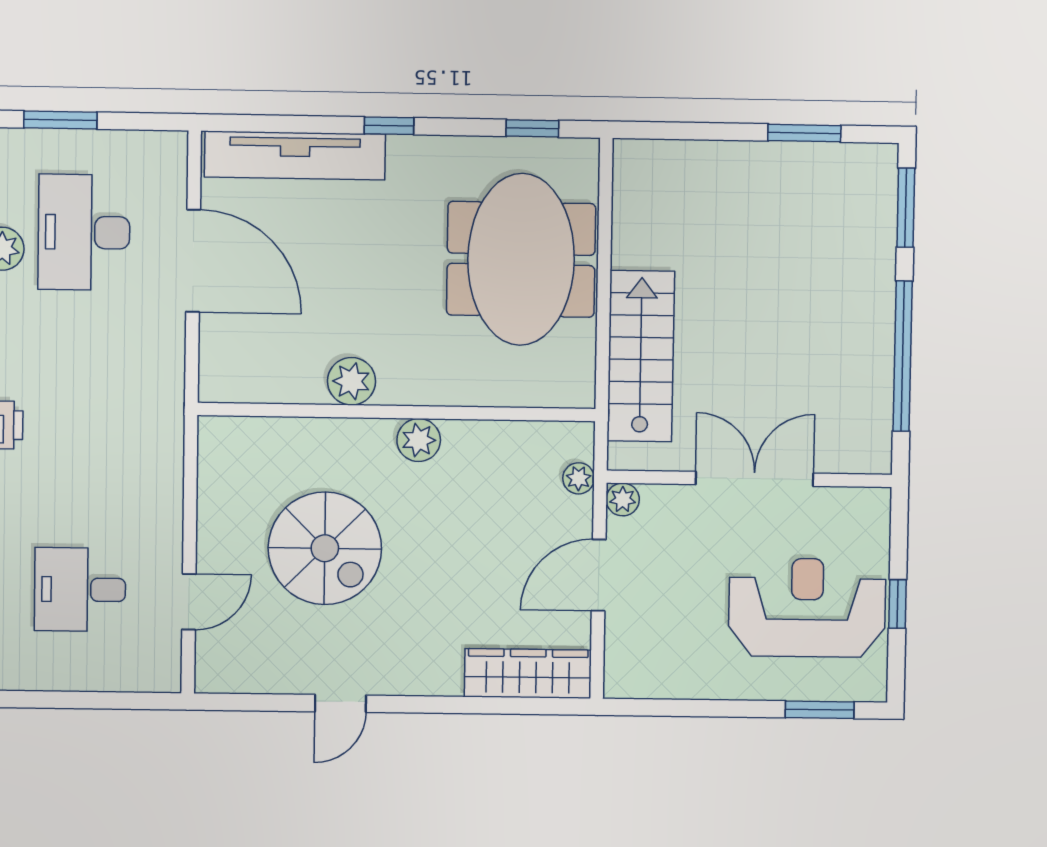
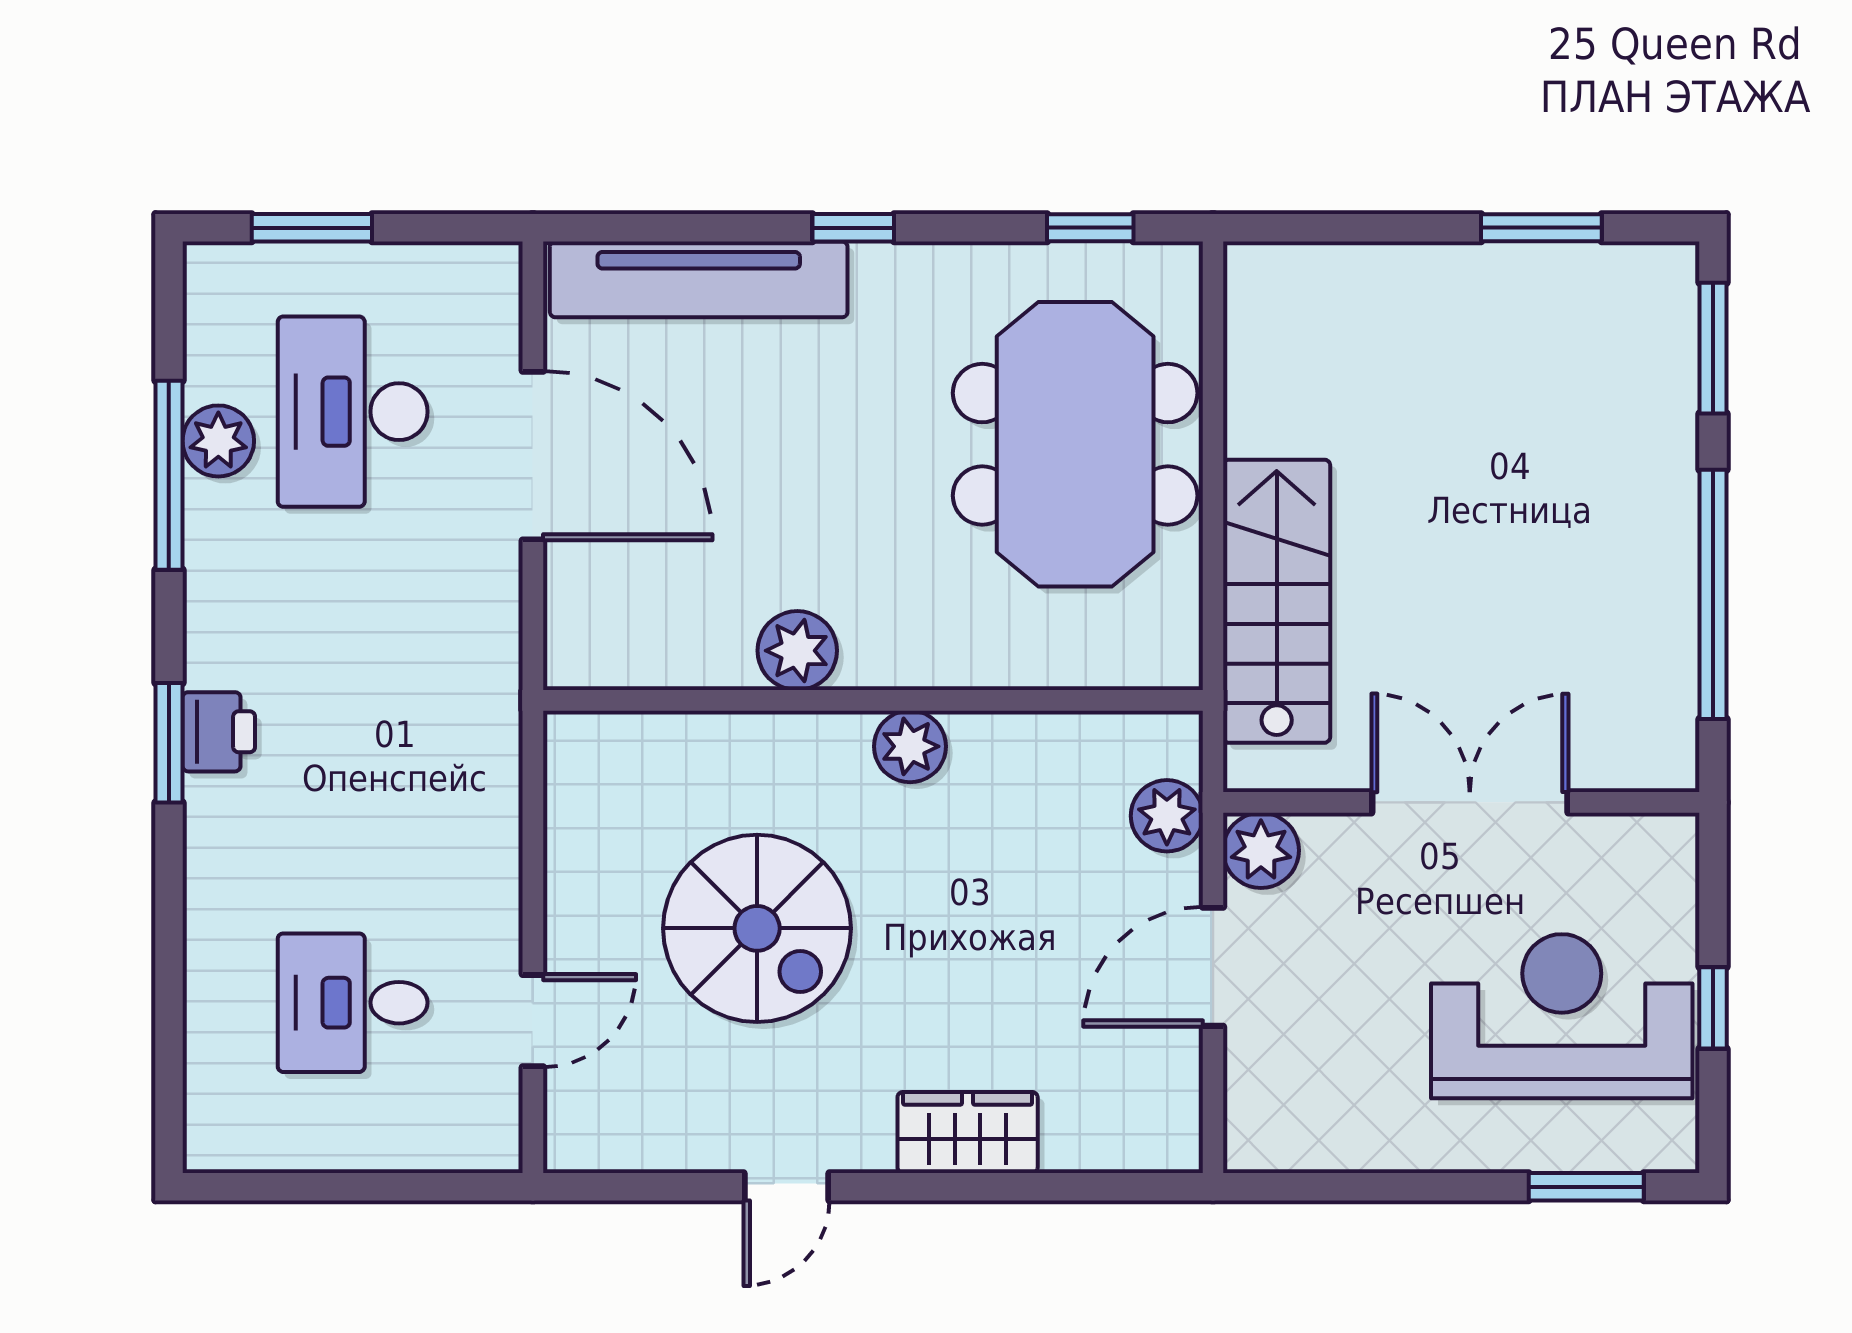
plant: (579, 478) -> (1167, 816), width x1.38, depth x1.38
plant: (623, 499) -> (1261, 850), width x1.38, depth x1.38
wardrobe: (528, 673) -> (968, 1132), moved, width x0.67

